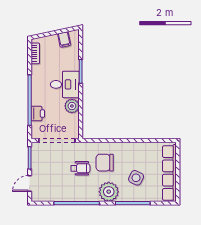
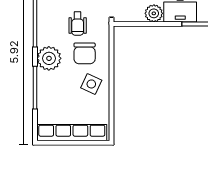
chair: (105, 163) -> (85, 53), turned 180
side table: (136, 178) -> (91, 84), moved

